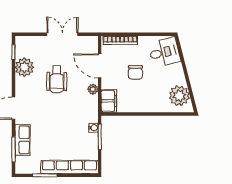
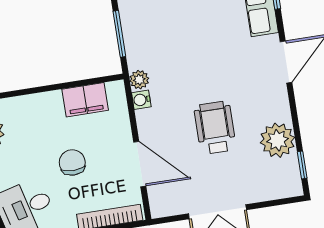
plant: (93, 89) -> (139, 80), moved
filing cabinet: (109, 101) -> (85, 100), moved, turned -90
water cooler: (93, 128) -> (141, 100), moved

